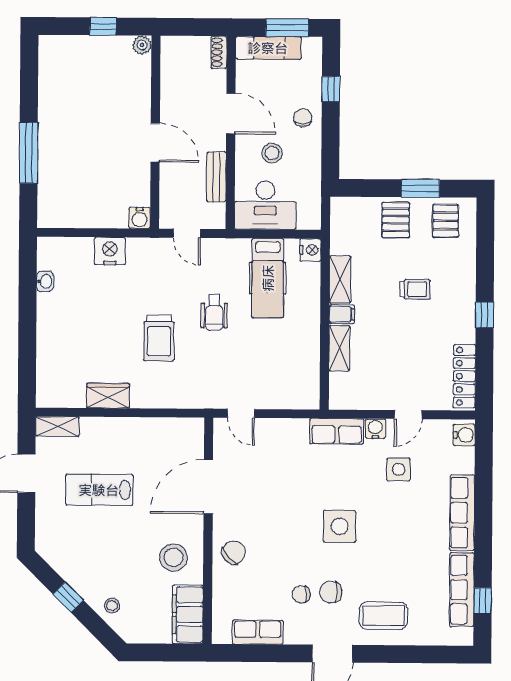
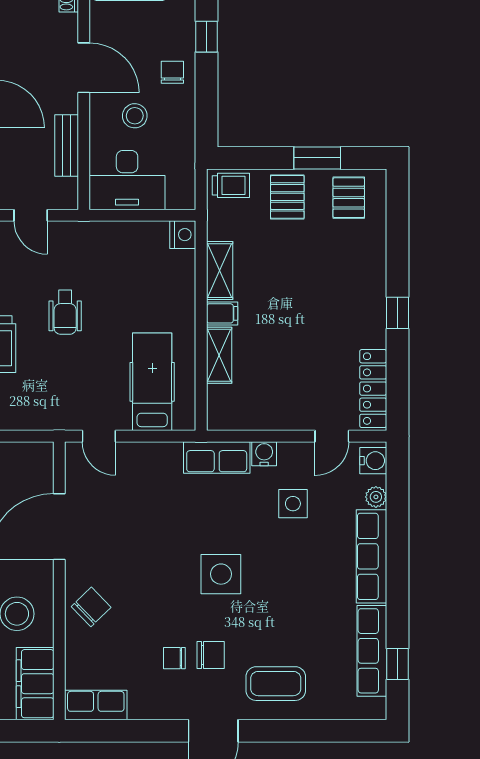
hospital bed: (268, 278) -> (152, 382), moved, turned 180
trolley: (415, 289) -> (231, 185), moved
door: (408, 415) -> (332, 436), moved
plant: (466, 464) -> (376, 497), added
chair: (331, 592) -> (211, 655), turned 180
row of seats: (258, 632) -> (96, 705), moved

